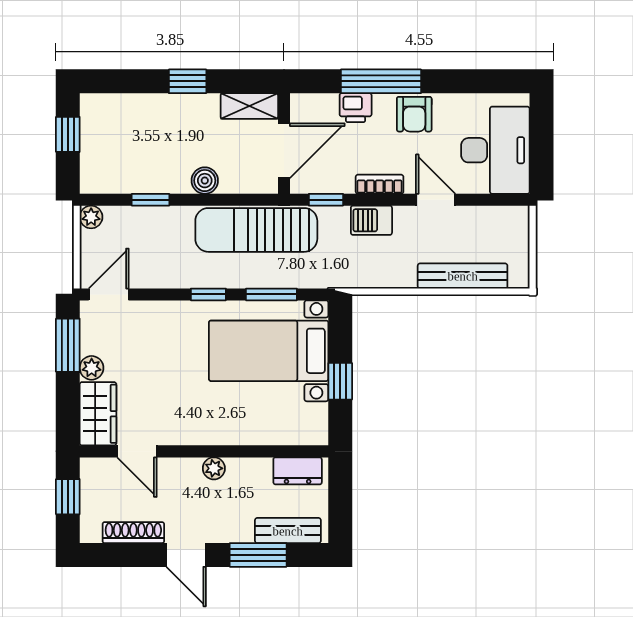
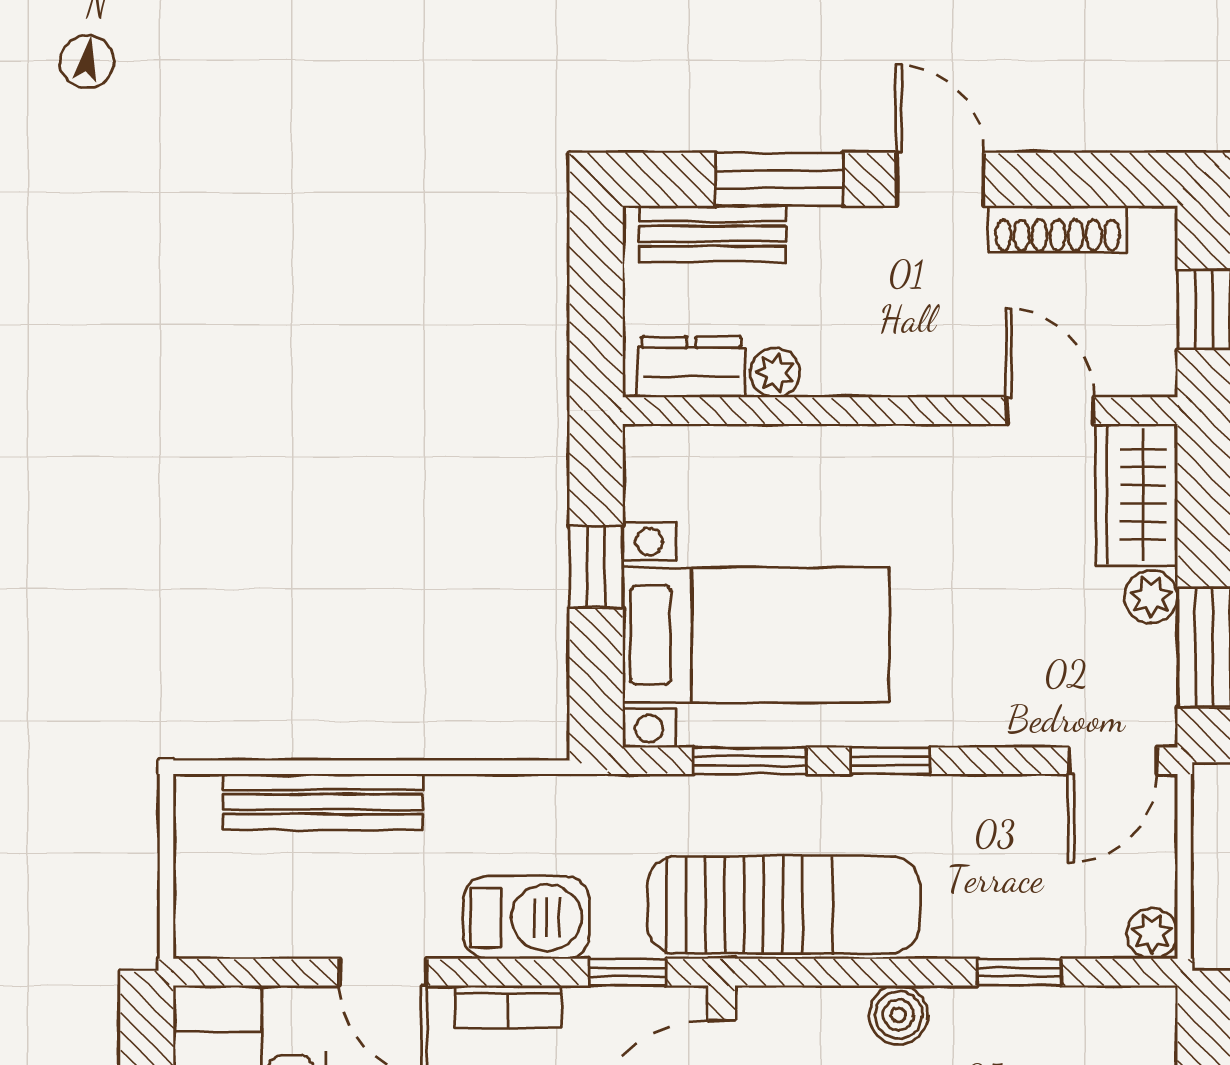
barbecue: (371, 220) -> (526, 918), width x1.38, depth x1.27
plant: (214, 468) -> (775, 373), moved

